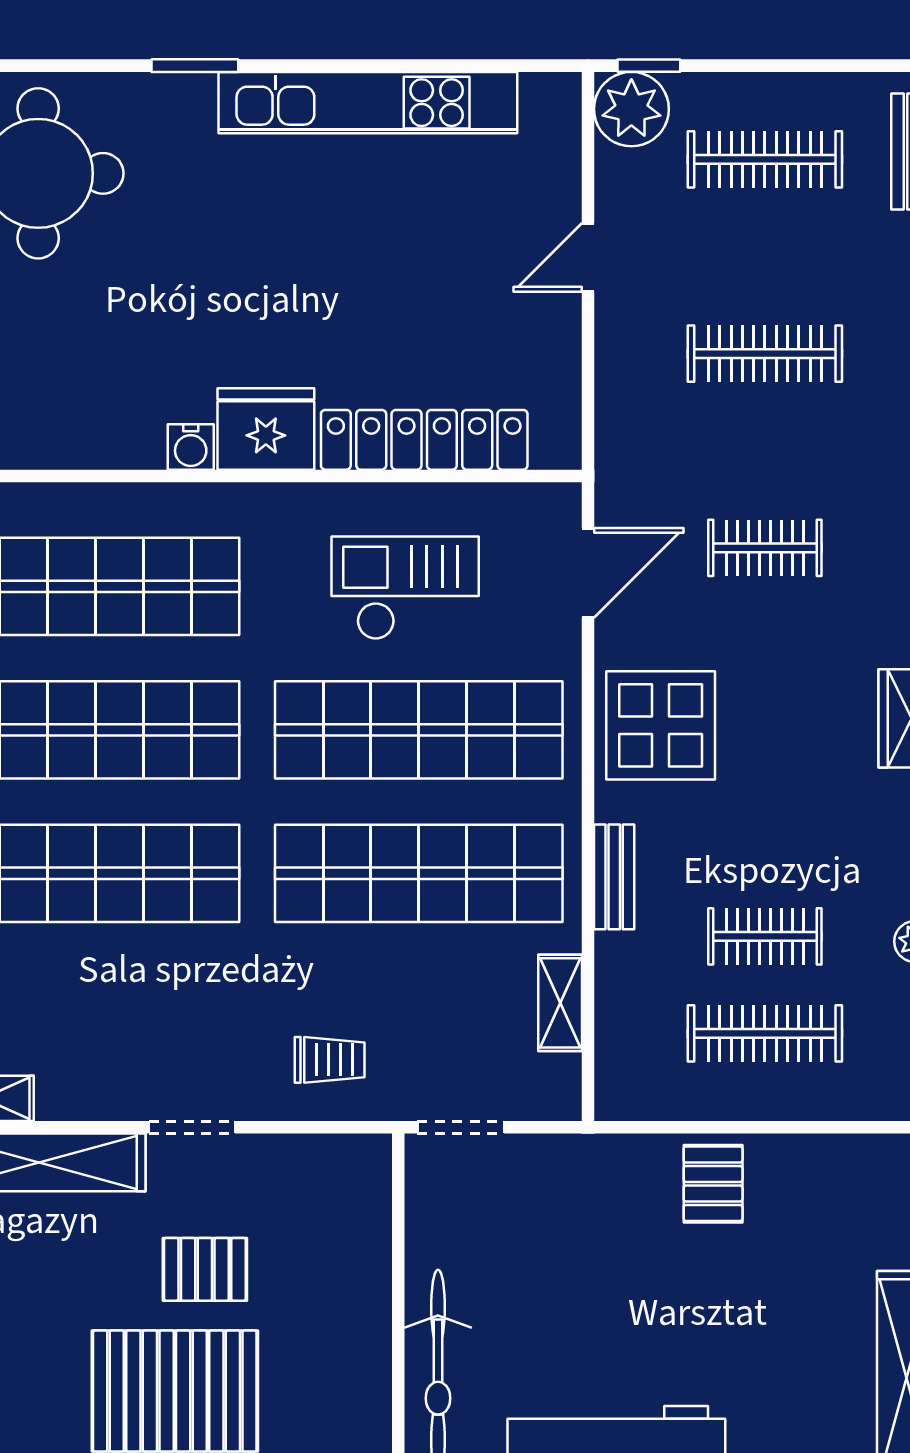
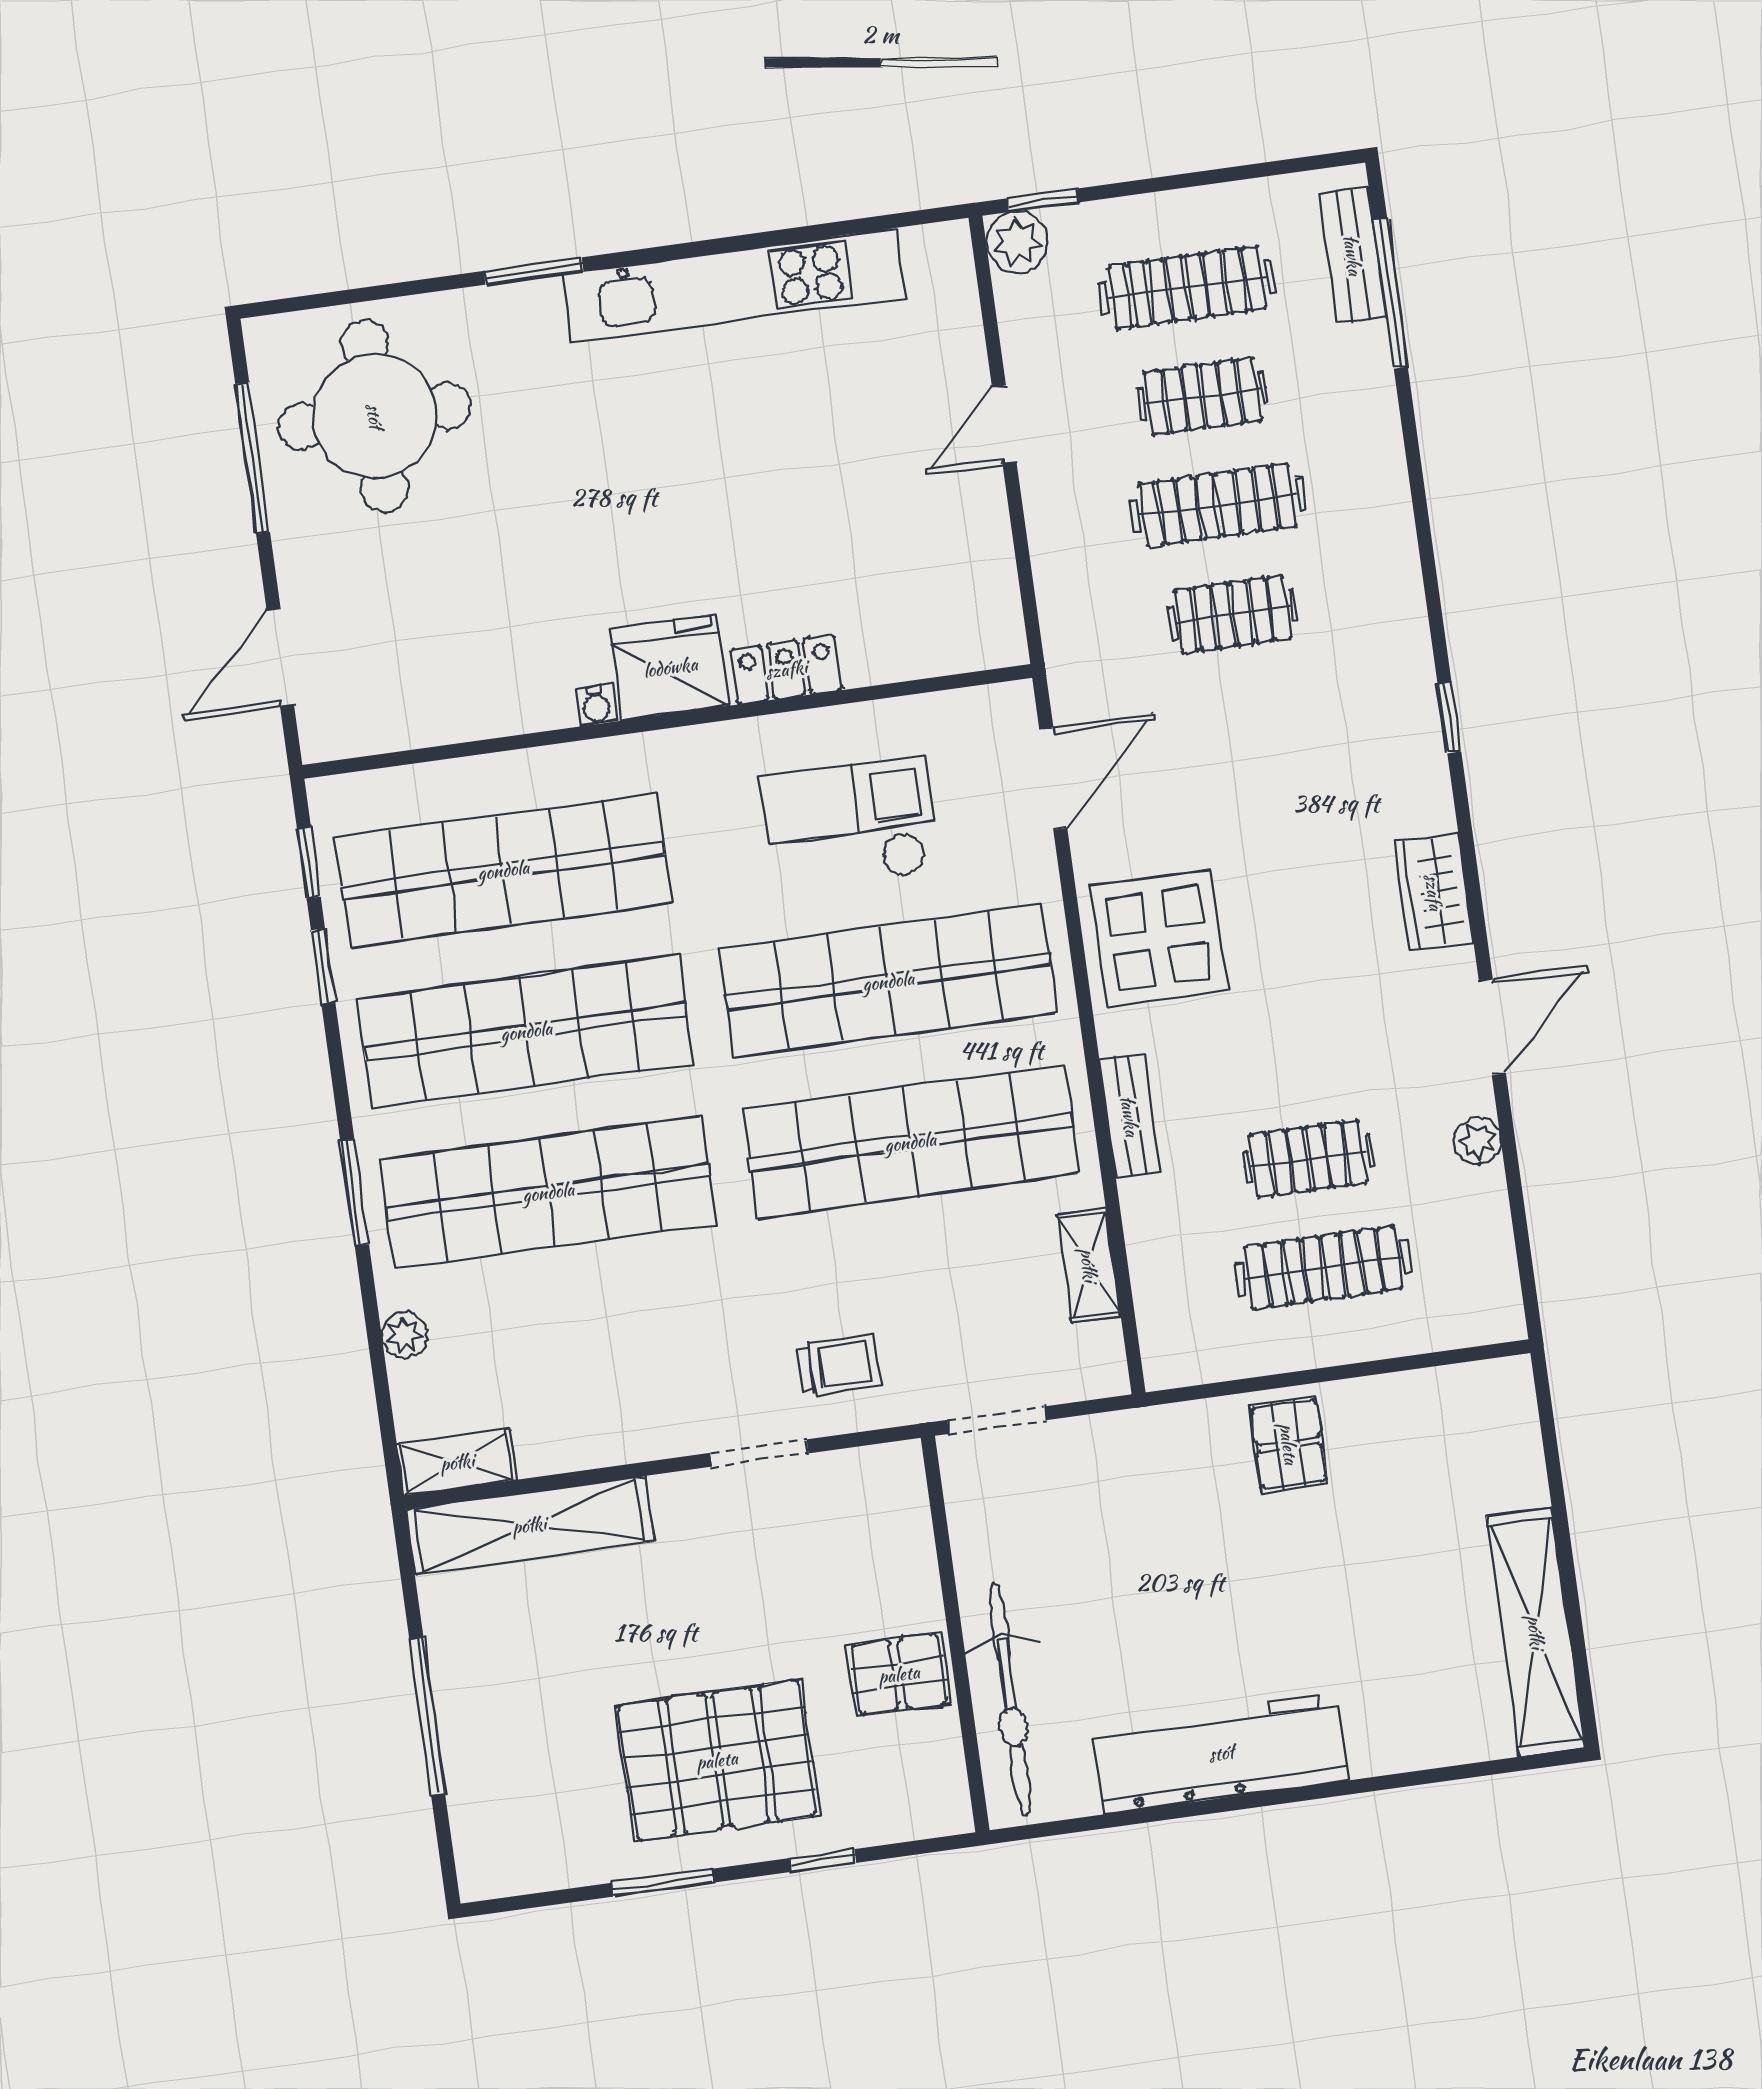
plant: (631, 109) -> (1017, 242), width x0.73, depth x0.73
clothes rail: (765, 257) -> (1203, 396), added
locker: (424, 440) -> (786, 669), width x0.46, depth x0.83
water cooler: (191, 447) -> (596, 705), width x0.72, depth x0.72
clothes rail: (765, 548) -> (1233, 614), moved
doorway: (192, 1127) -> (759, 1453), moved
pallet: (205, 1269) -> (899, 1674), moved

